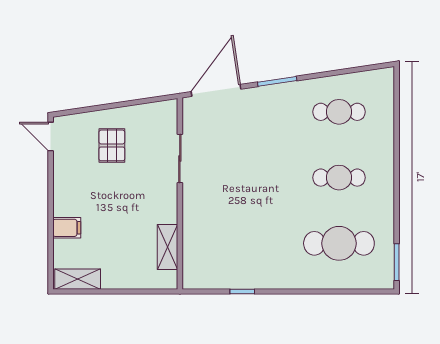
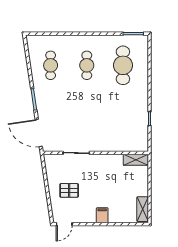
filing cabinet: (67, 228) -> (102, 215), moved
shelving: (167, 247) -> (136, 160), moved

